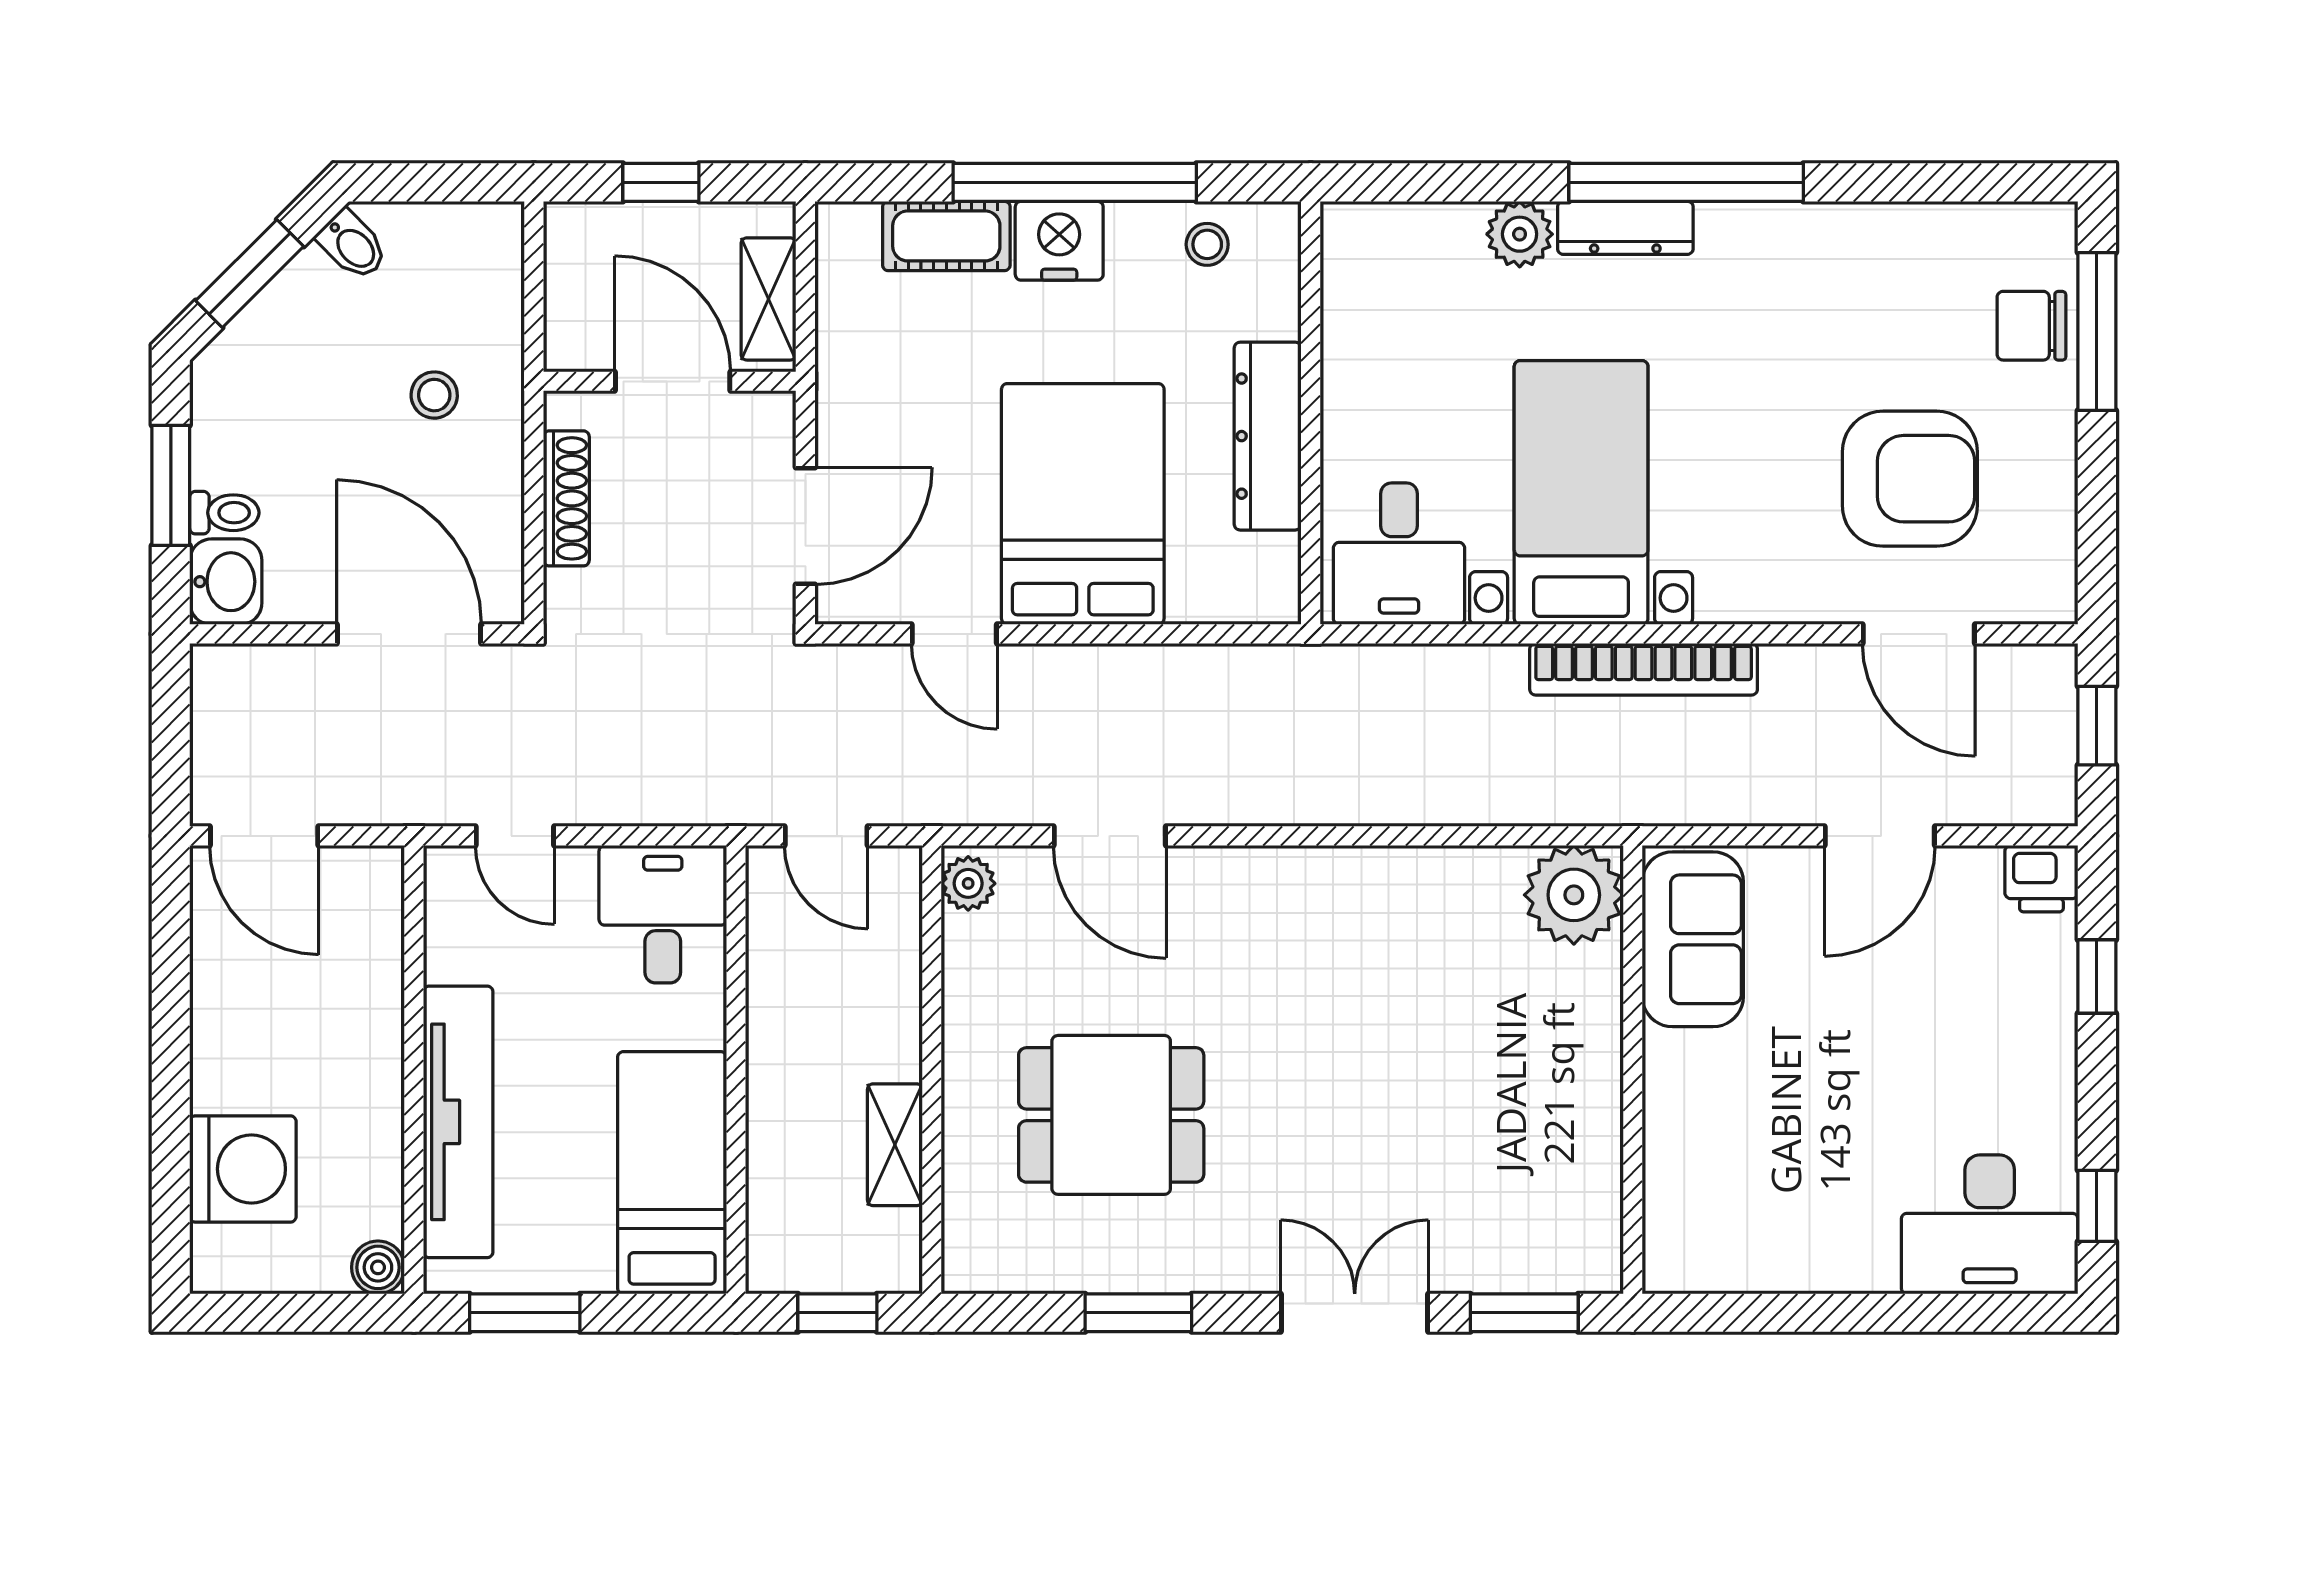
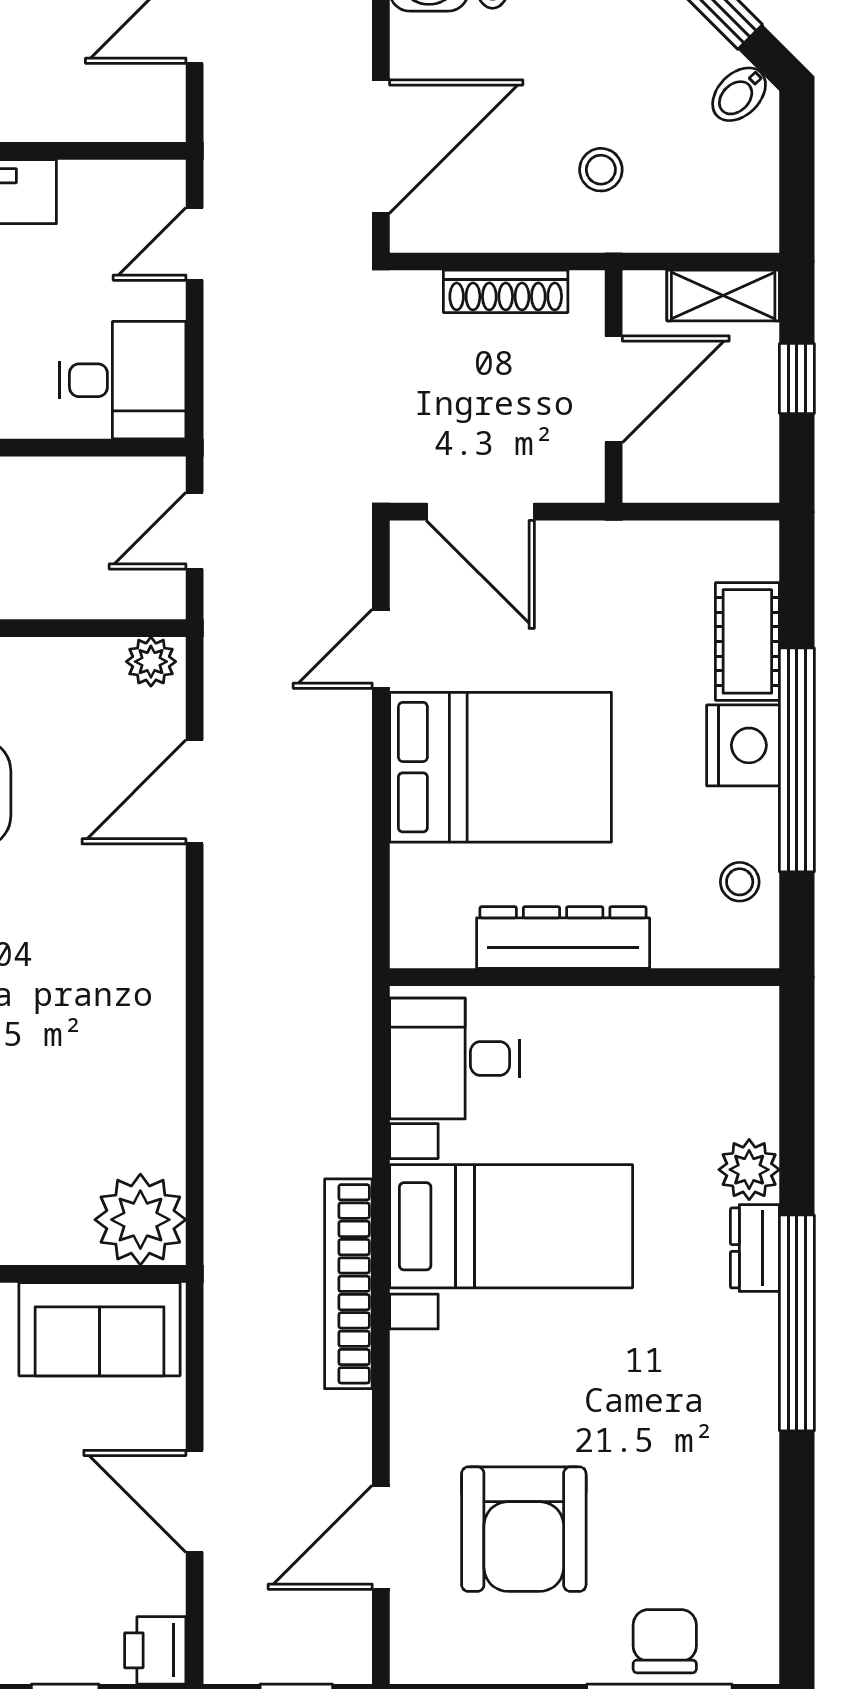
dresser: (1625, 228) -> (755, 1248), width x0.70
shelving: (769, 299) -> (723, 296), moved

